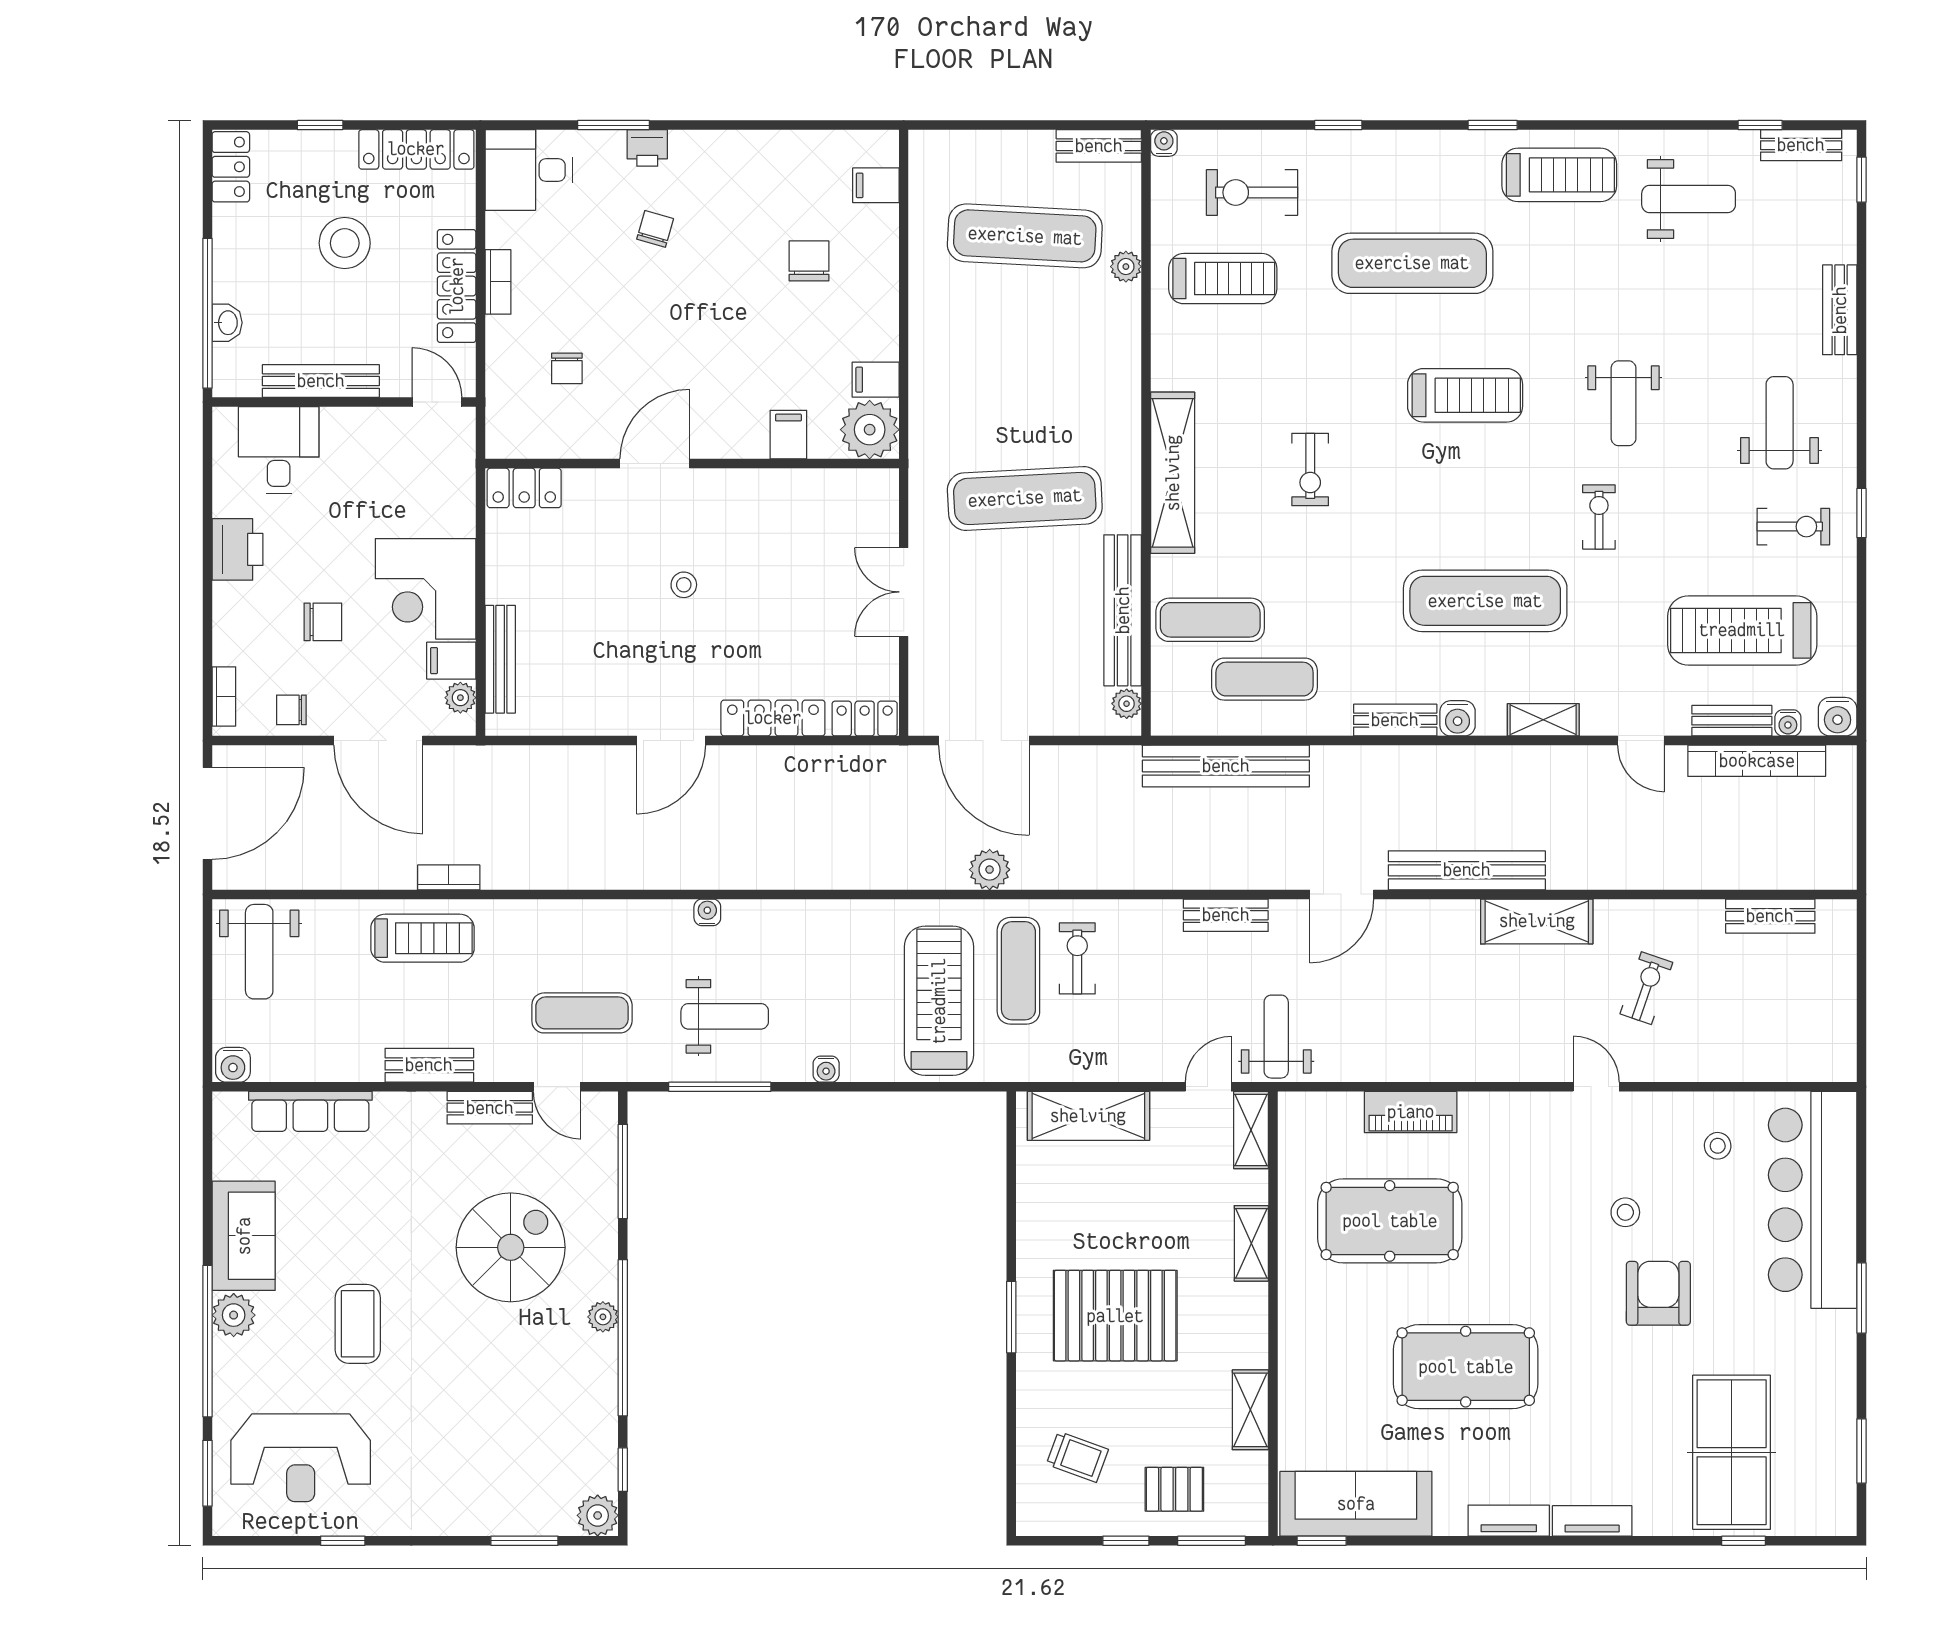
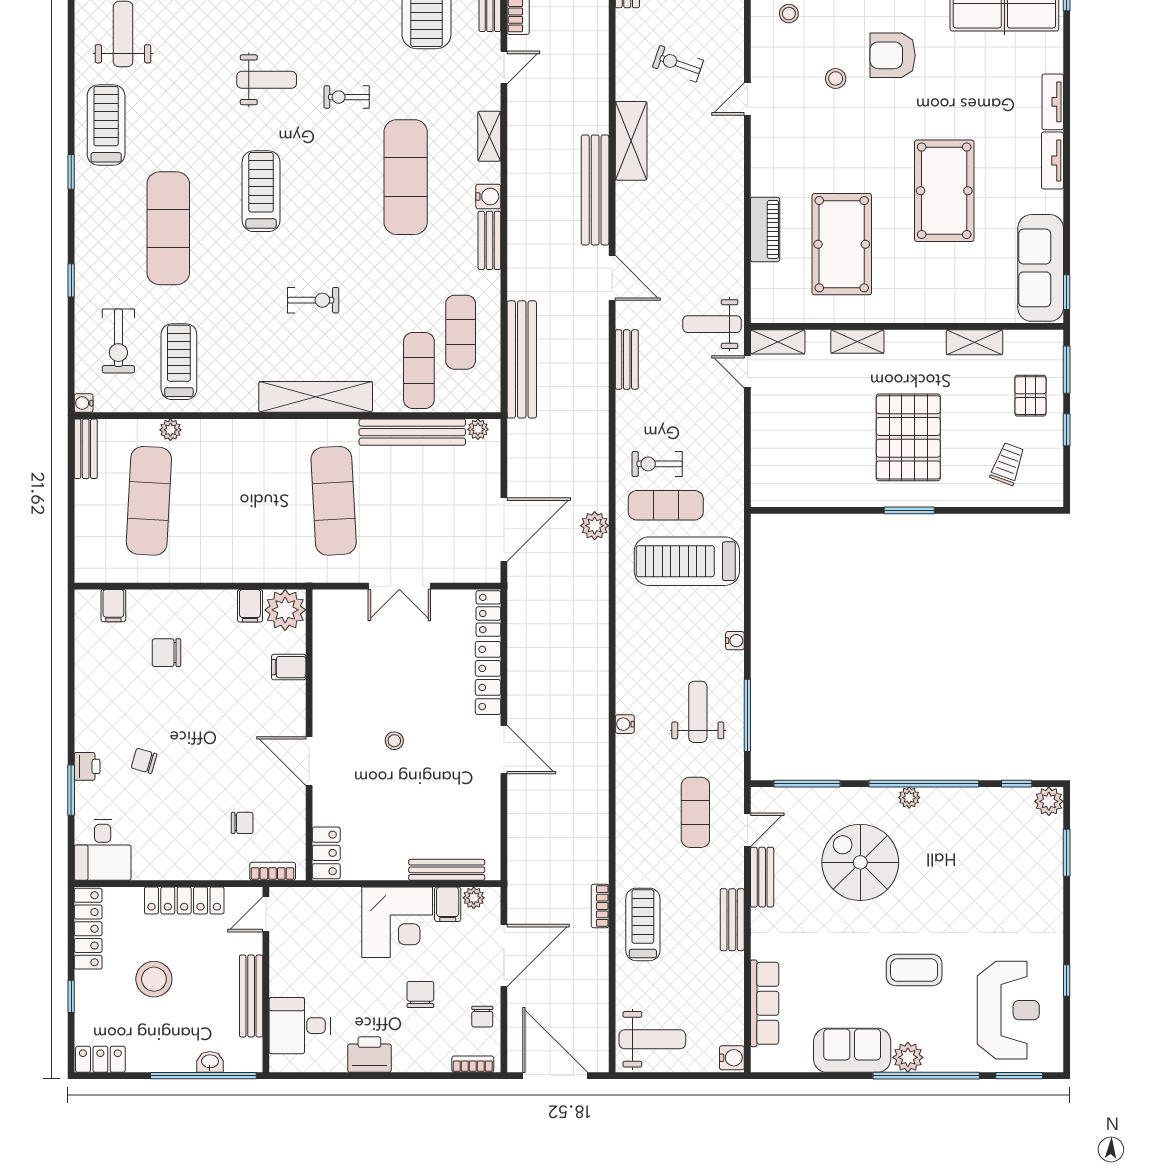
bookcase: (498, 282) -> (273, 871), moved
shelving: (1088, 1116) -> (768, 456), removed

